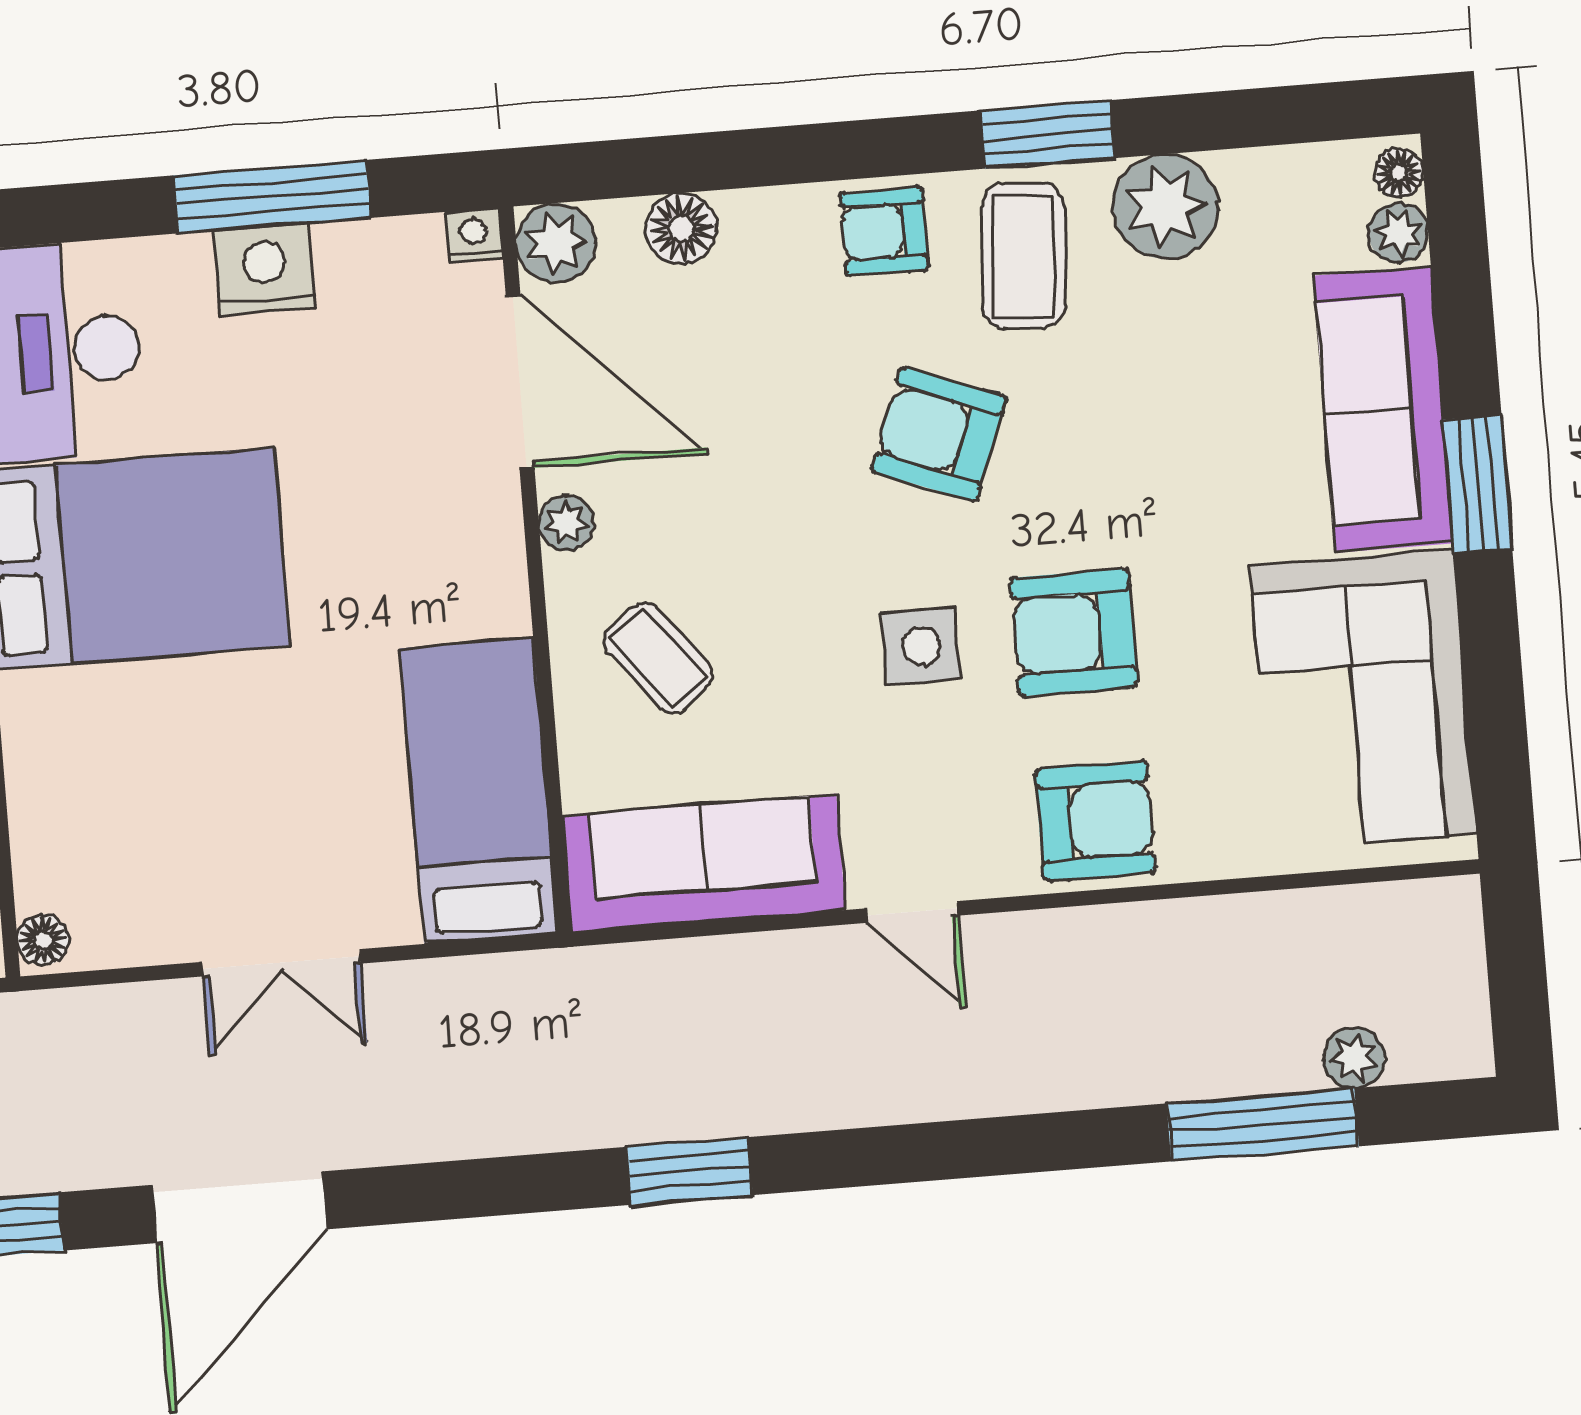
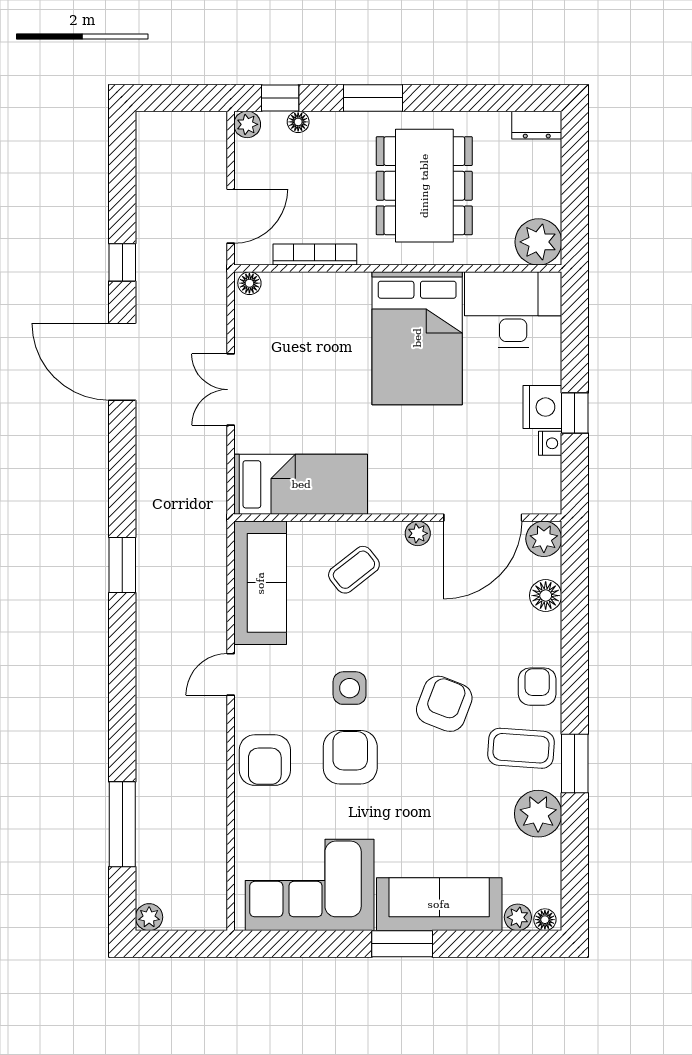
window: (272, 197) -> (575, 413), width x0.46
nightstand: (474, 235) -> (550, 443), moved
plant: (1354, 1058) -> (149, 917), moved

